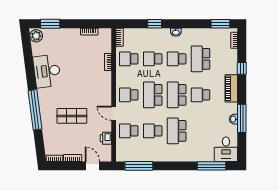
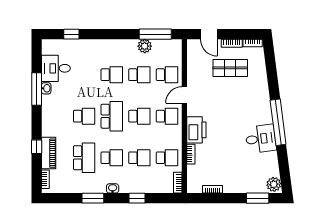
window: (220, 24) -> (93, 198), moved
desk: (47, 71) -> (261, 139), width x0.73
piano: (231, 88) -> (49, 153), moved
school desk: (153, 95) -> (139, 116), width x0.54
window: (35, 110) -> (278, 122), moved
door: (114, 113) -> (184, 95), swing flipped
shop shelf: (72, 116) -> (230, 68), moved
school desk: (177, 131) -> (112, 75), width x0.54
printer: (106, 138) -> (196, 130), moved, width x1.87, depth x1.48
desk: (226, 149) -> (56, 68), moved, turned -90
plant: (148, 156) -> (145, 46), added
window: (212, 166) -> (71, 34), width x0.46

